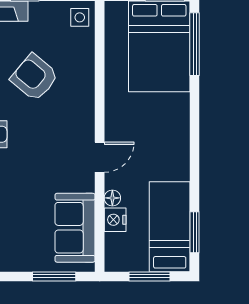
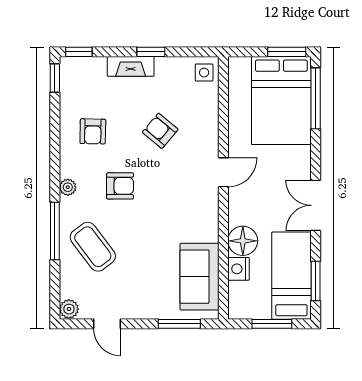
armchair: (34, 77) -> (160, 131), width x0.72, depth x0.72
double door: (195, 154) -> (316, 205), added
door: (100, 157) -> (223, 172), moved
floor lamp: (112, 198) -> (243, 241), width x1.89, depth x1.89

